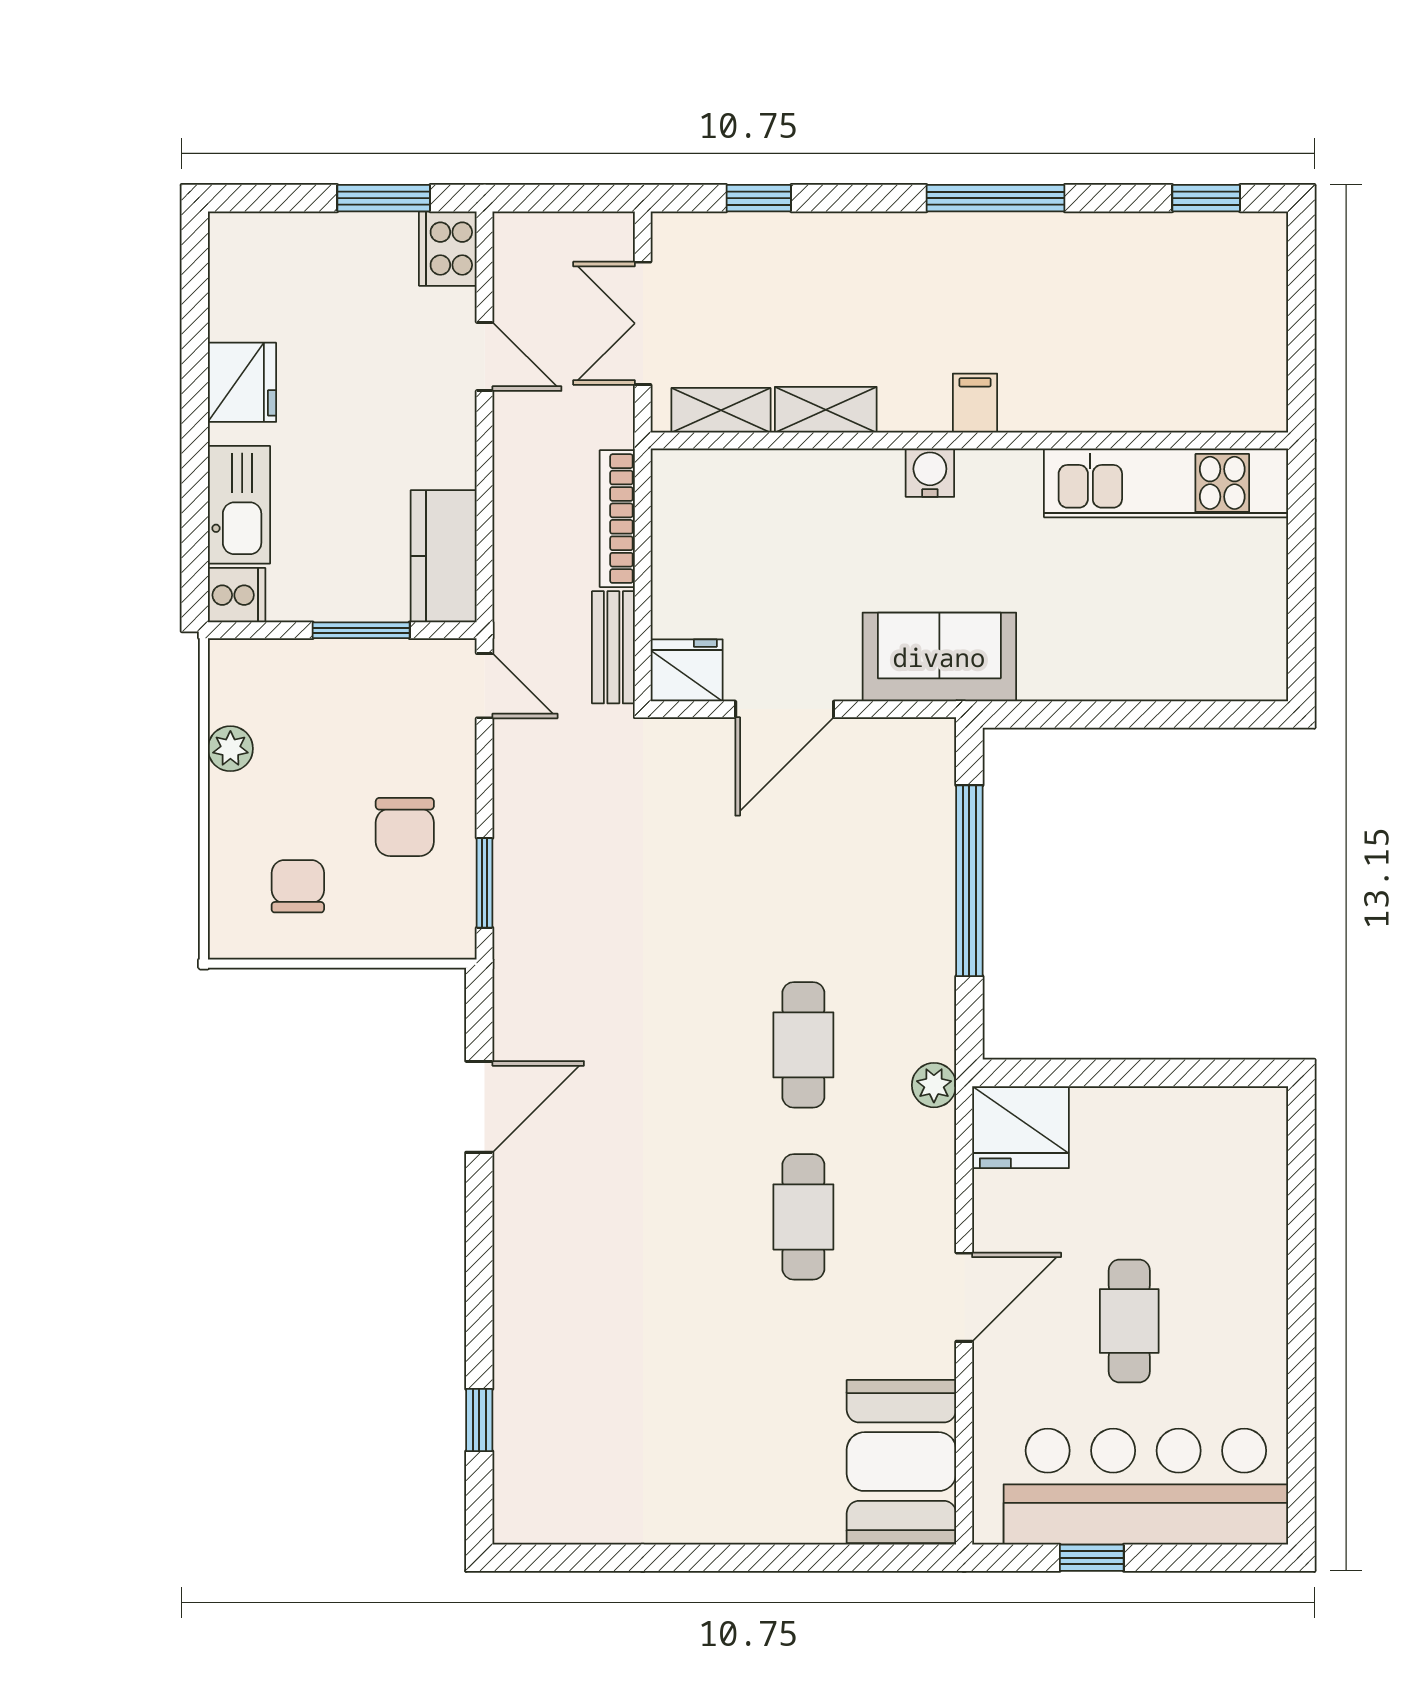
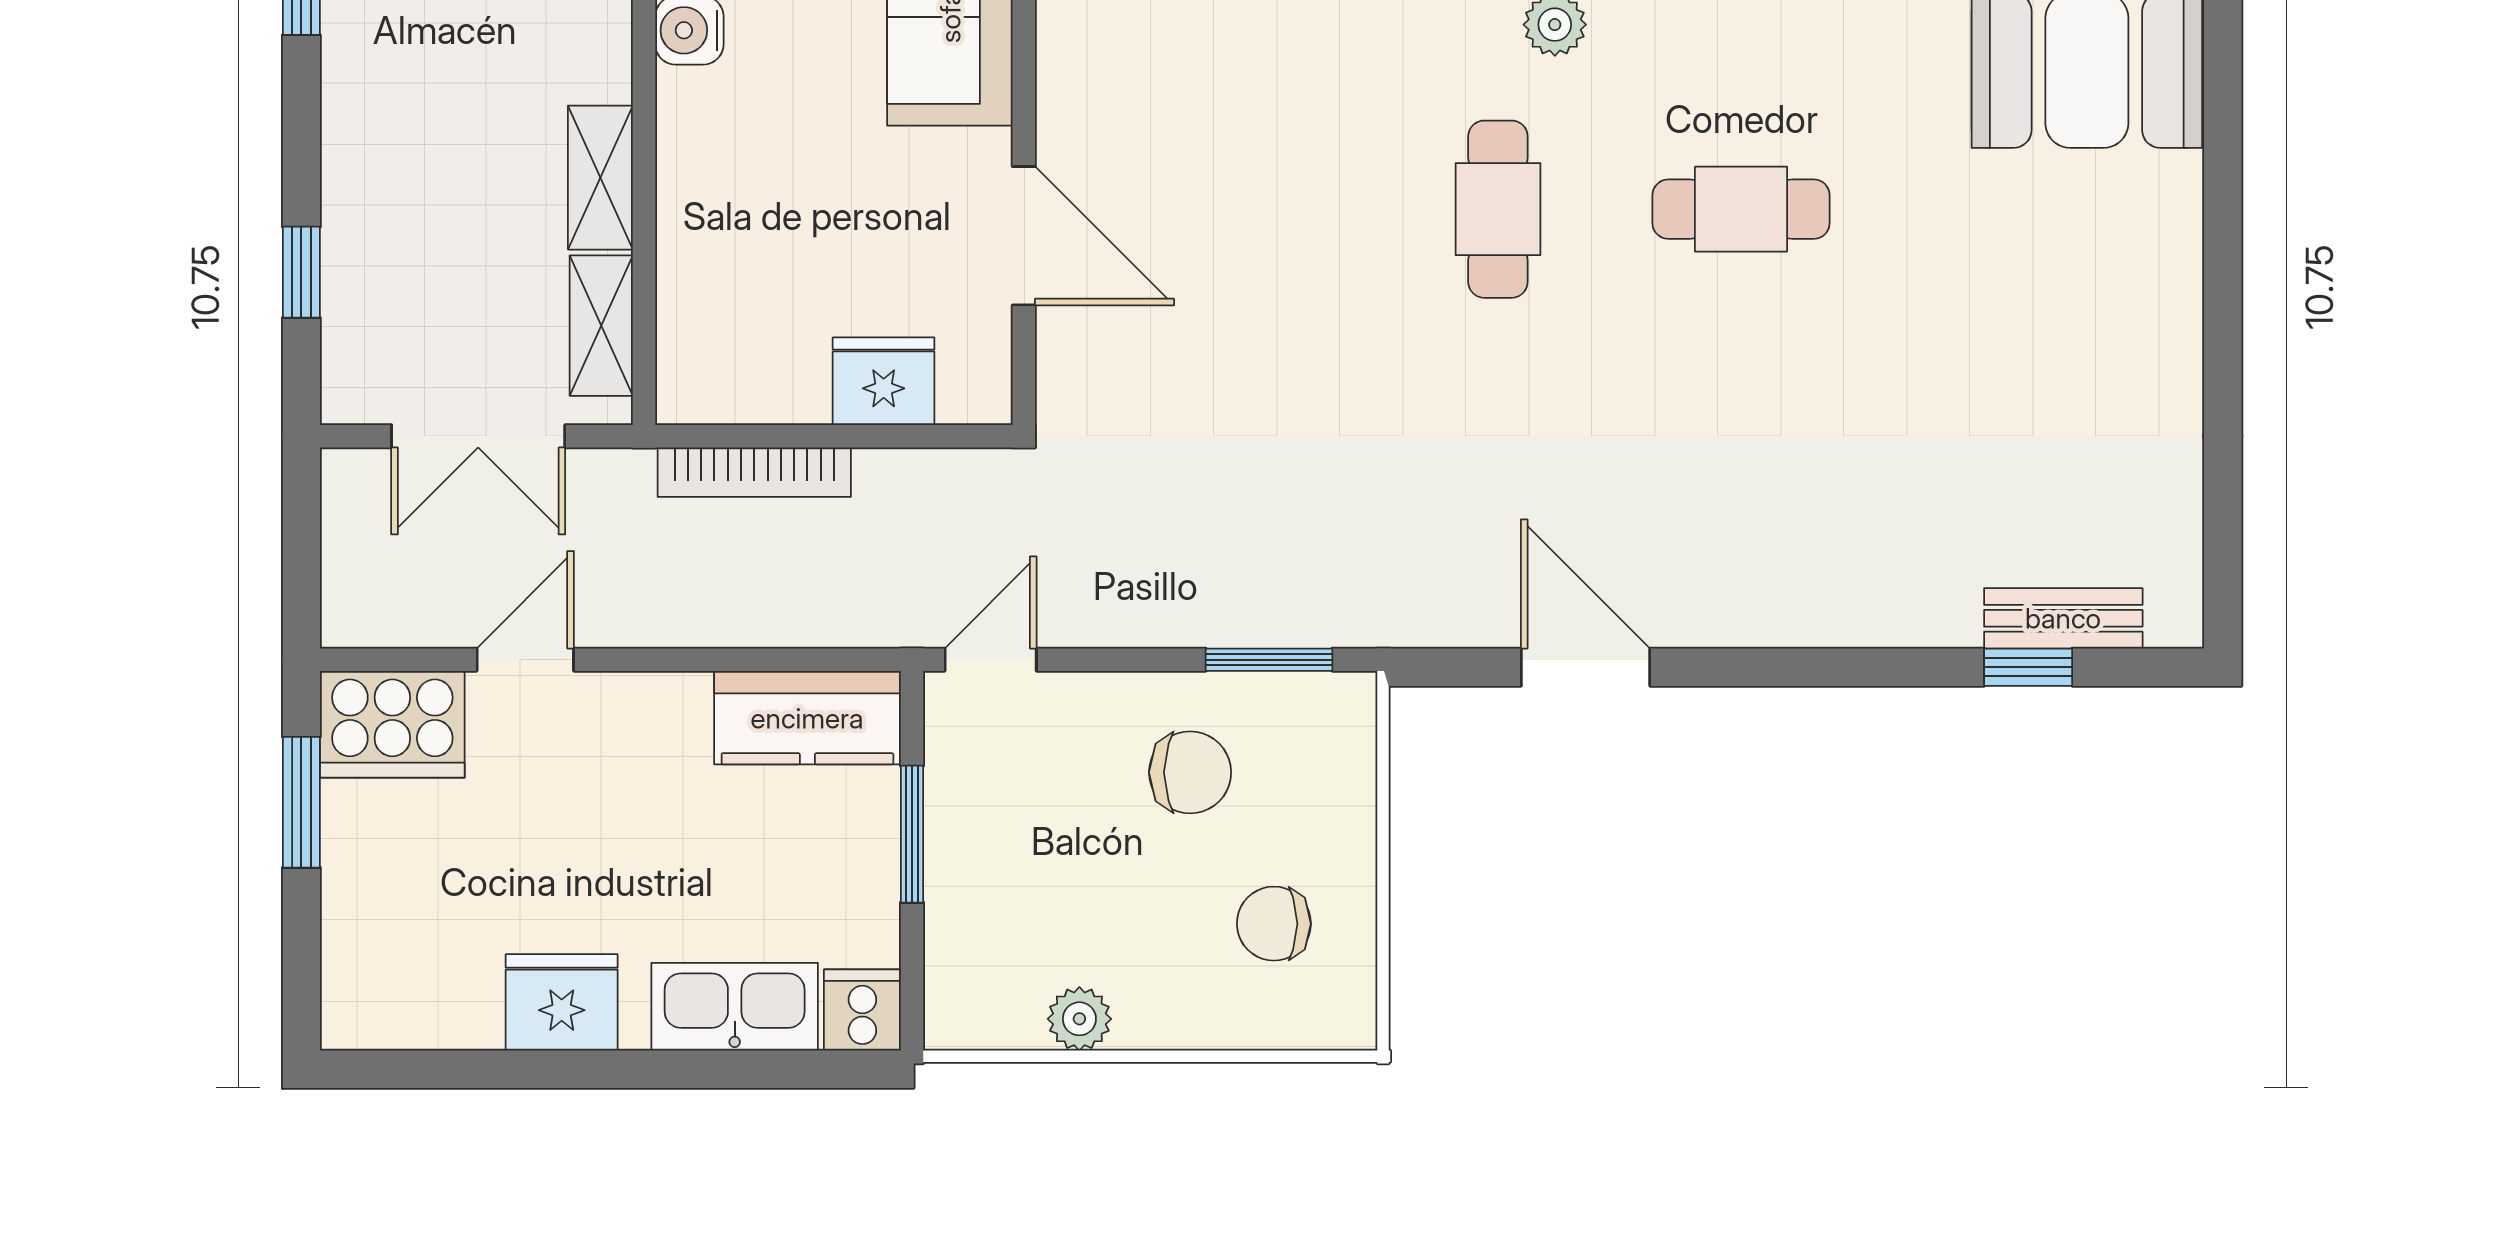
cooker: (448, 249) -> (392, 724), width x1.37, depth x1.31
bench: (613, 647) -> (2063, 618), moved
fridge: (687, 670) -> (884, 381), moved, turned 90
cafe table: (803, 1045) -> (1498, 209), turned 90

